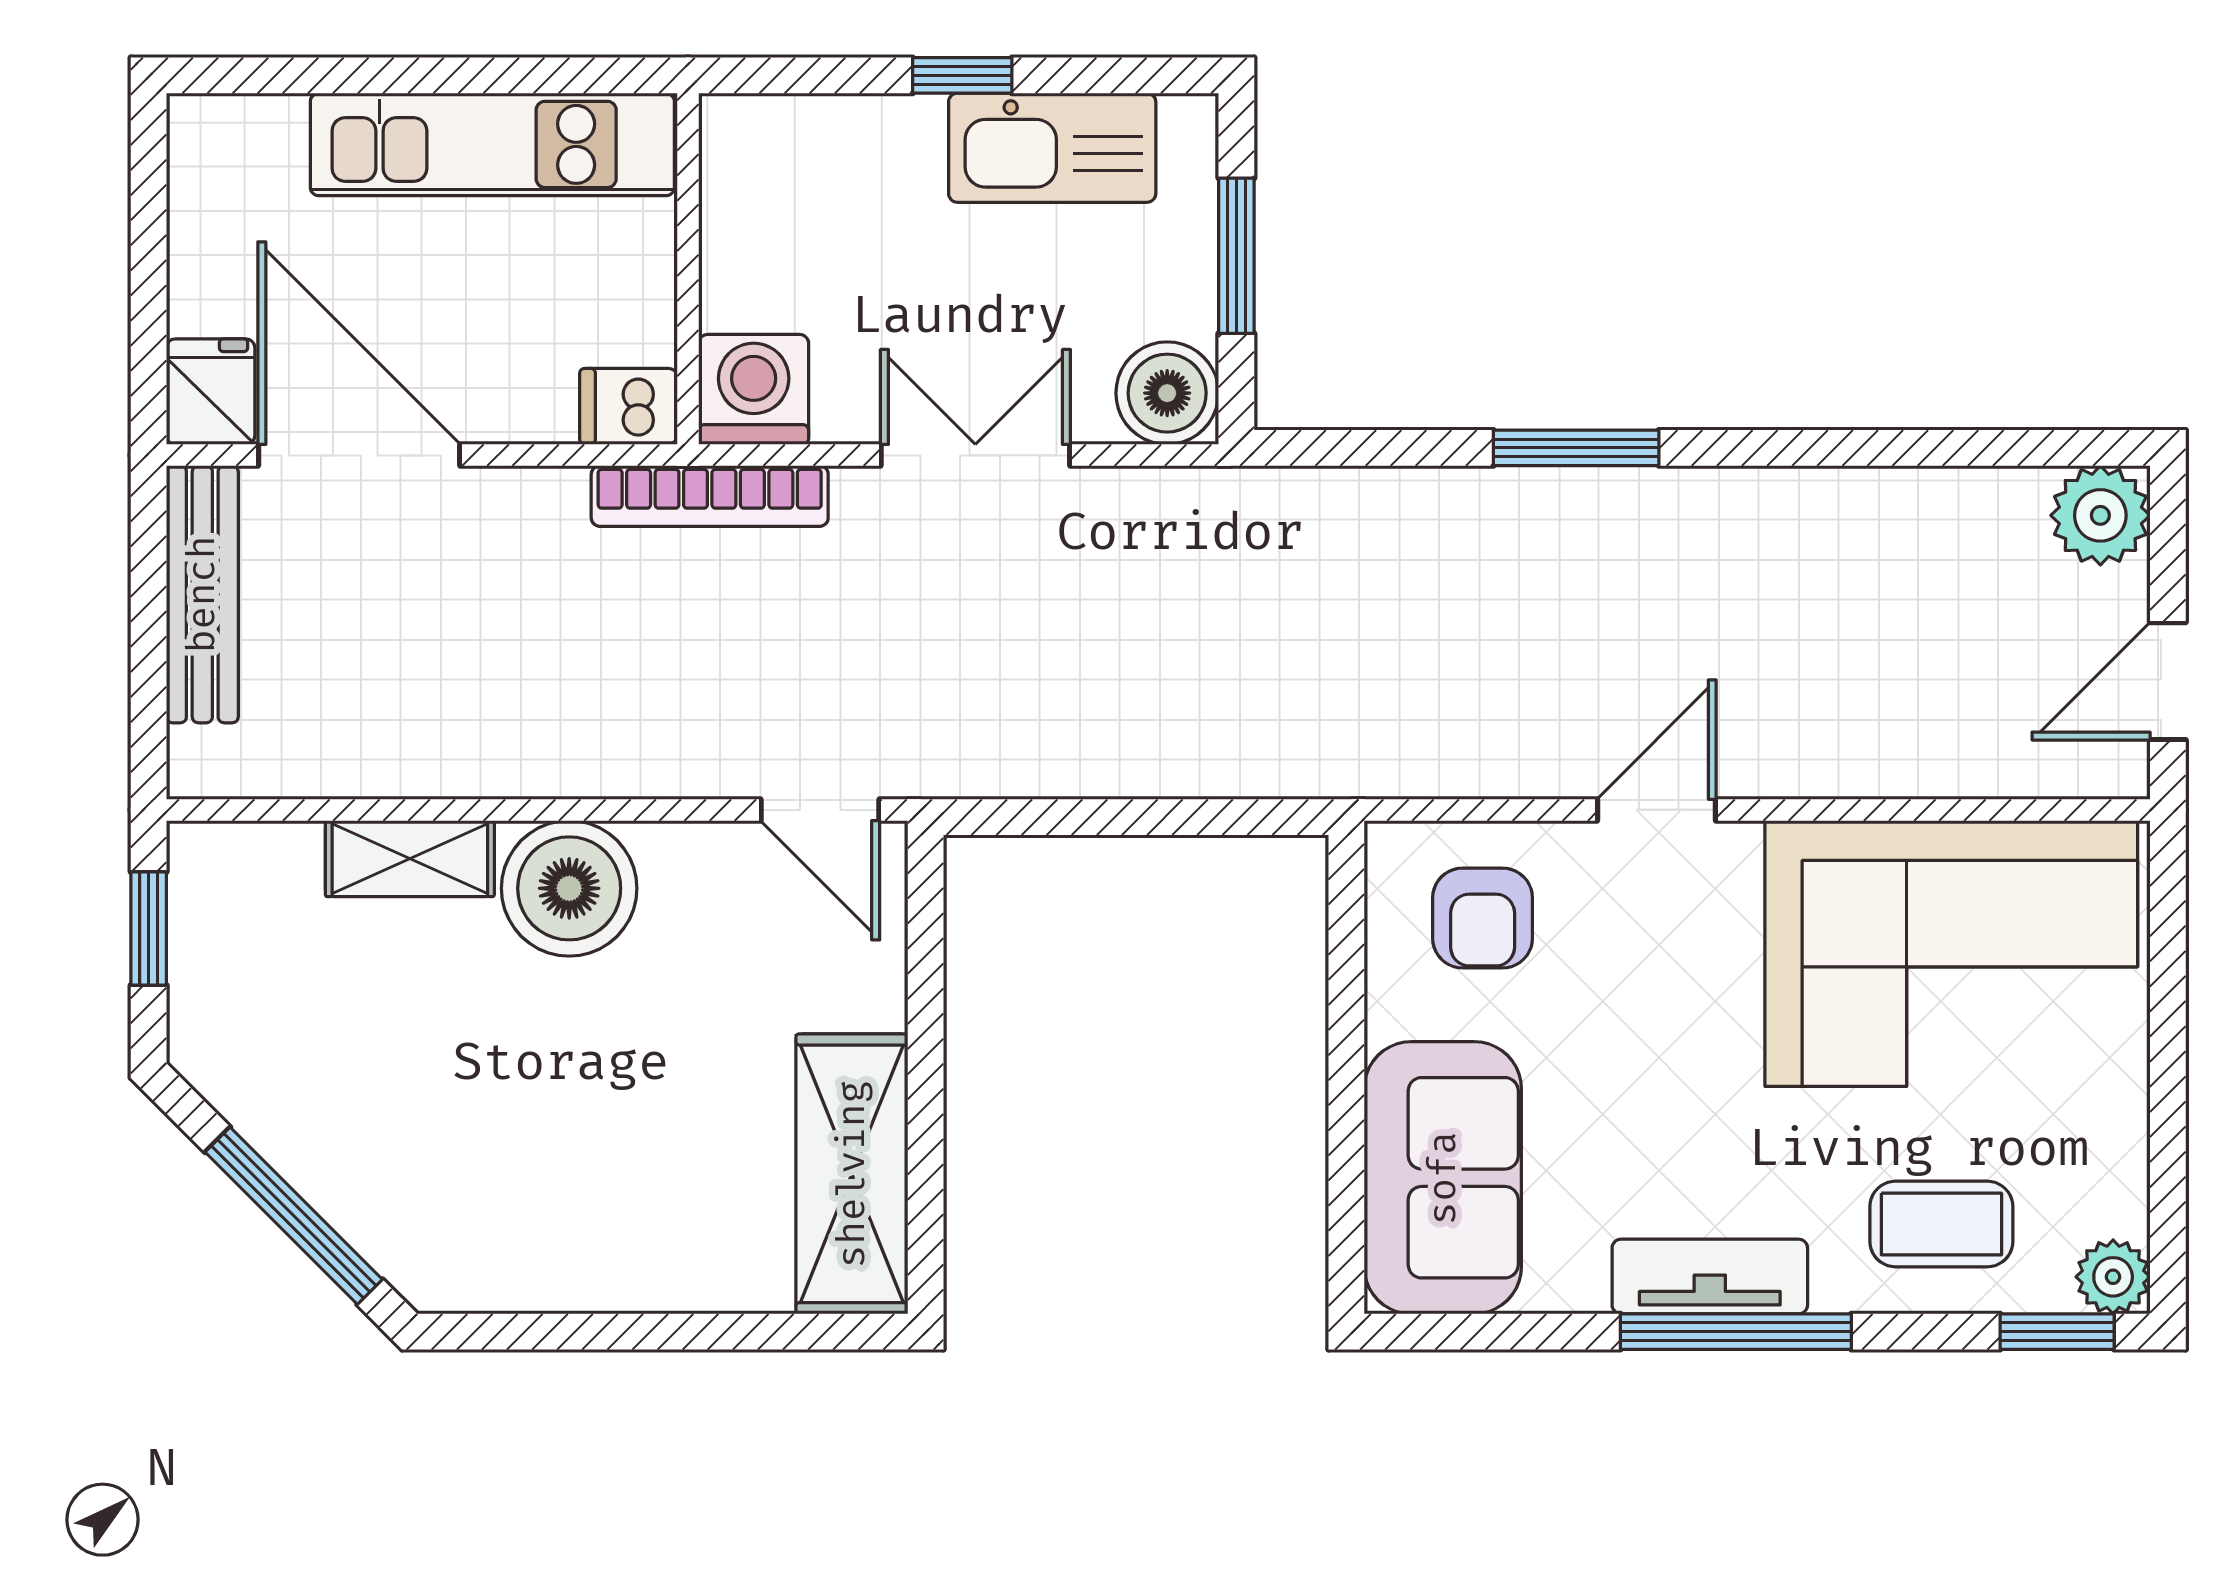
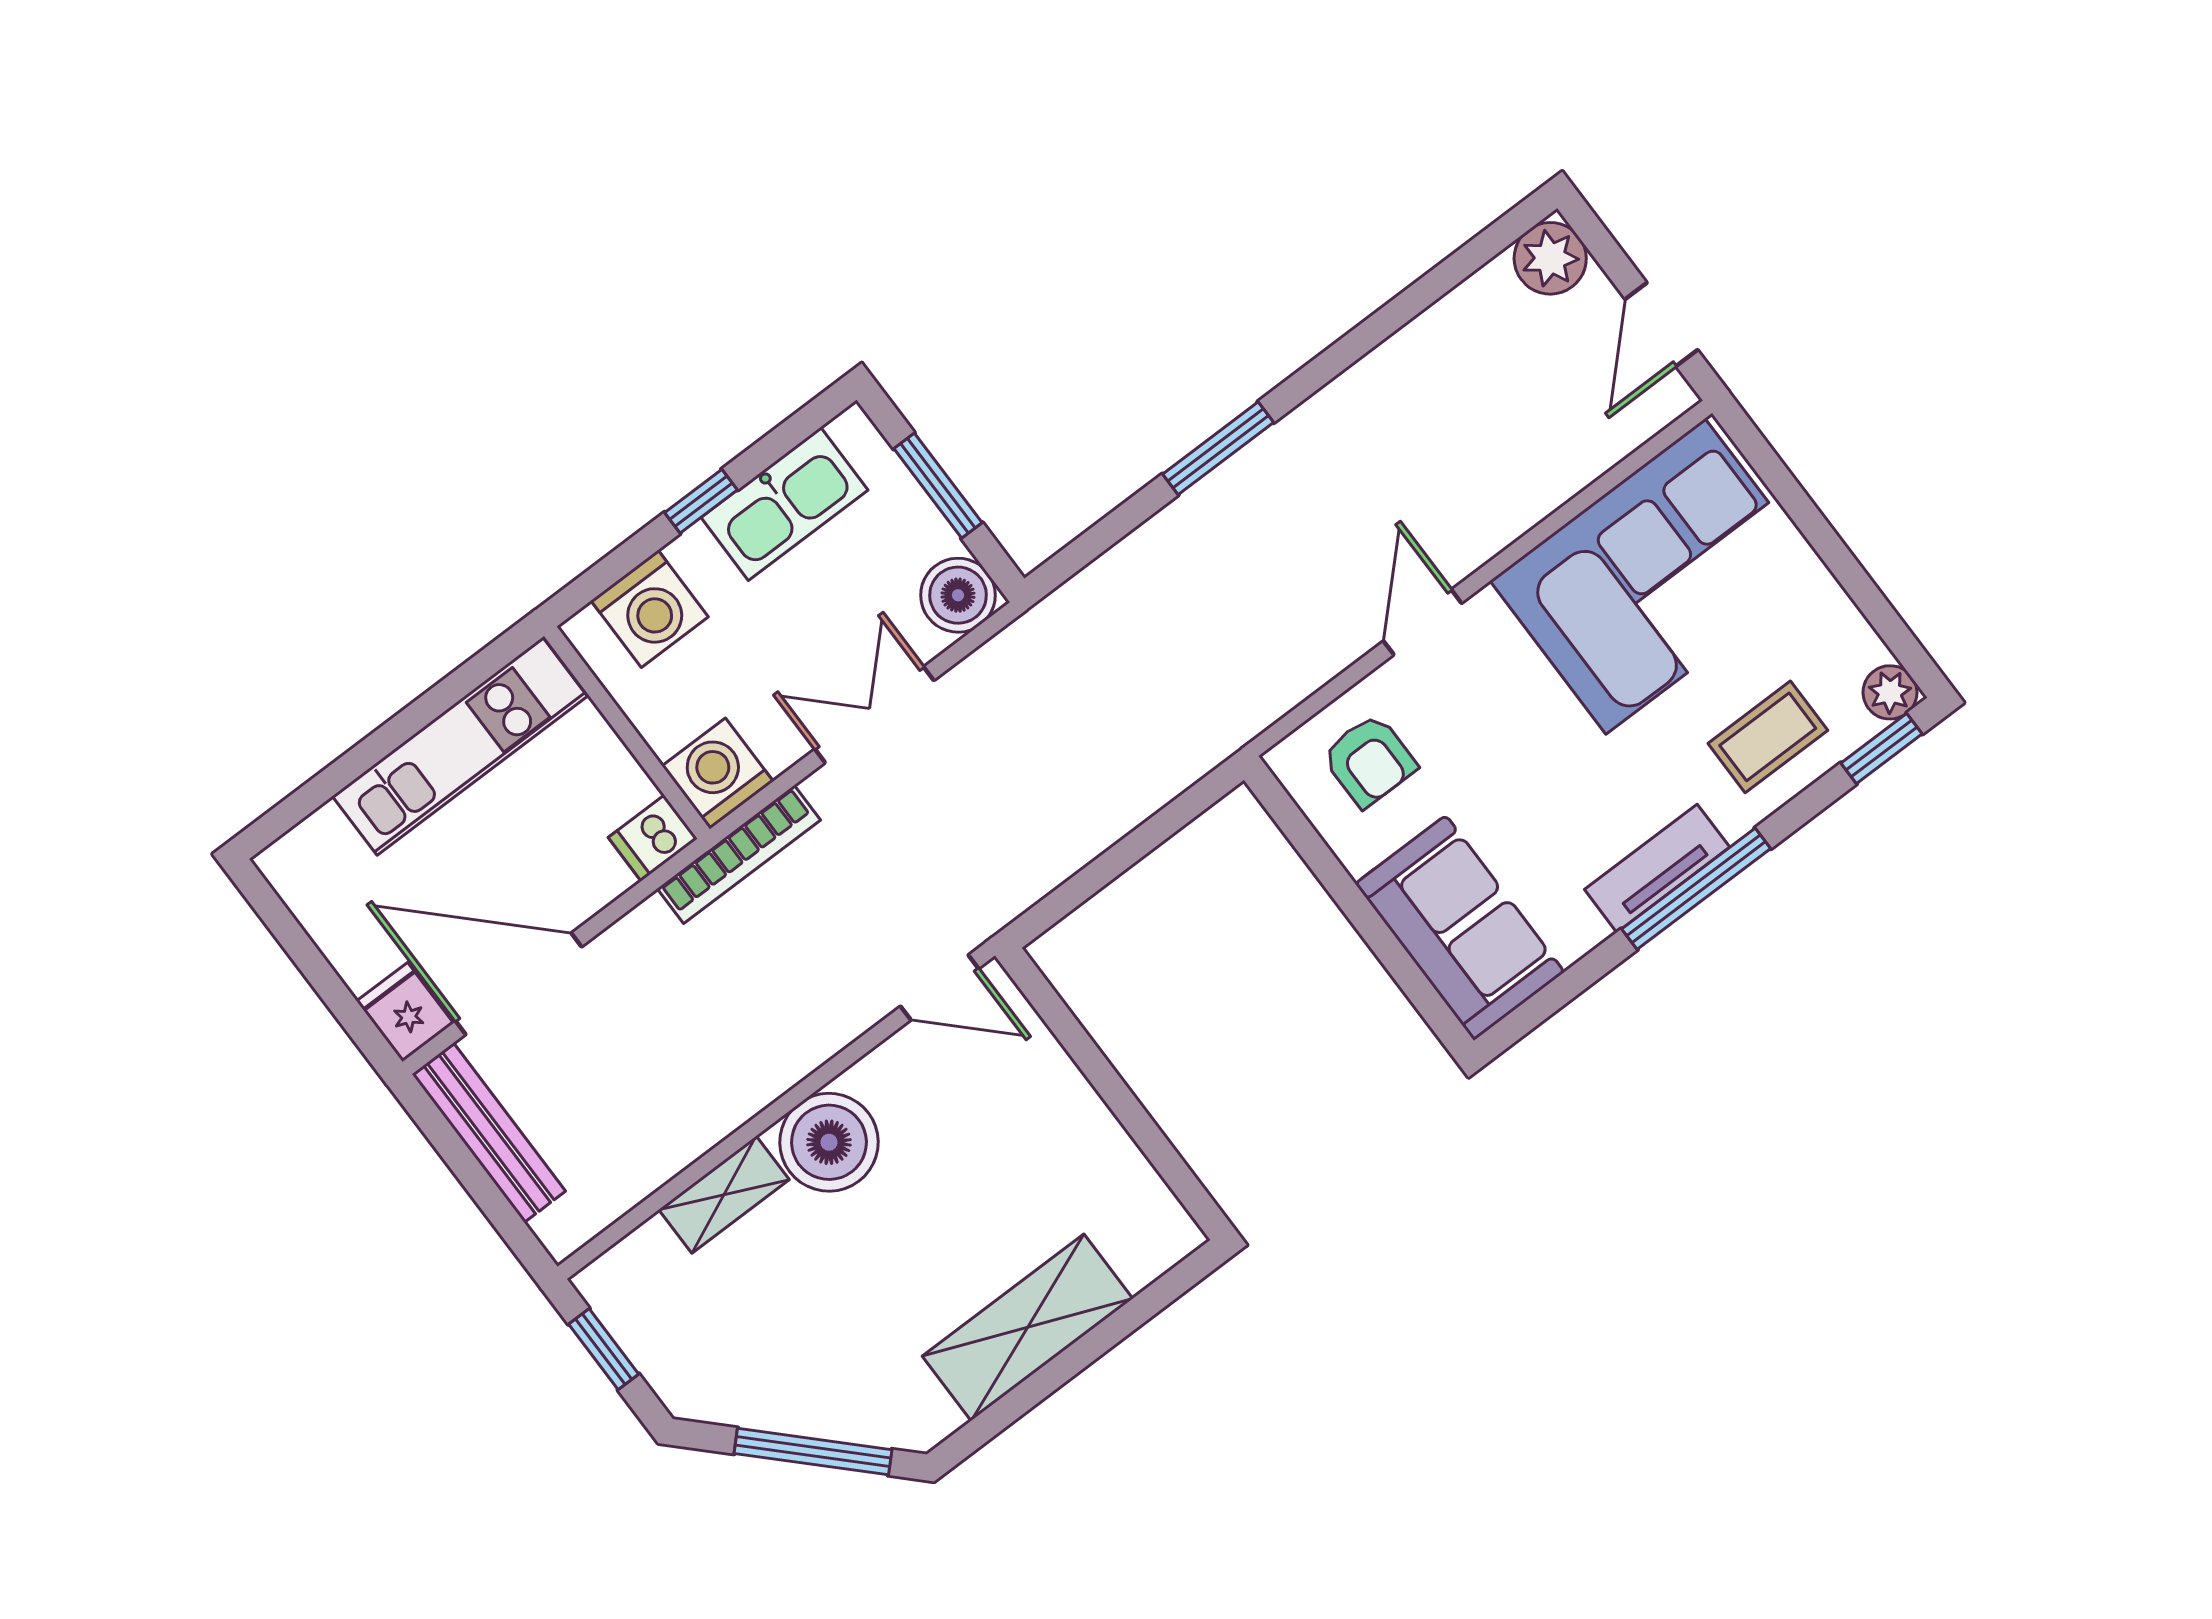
washing machine: (816, 151) -> (650, 609), added
shelving: (852, 1174) -> (1028, 1327), moved, turned 90

